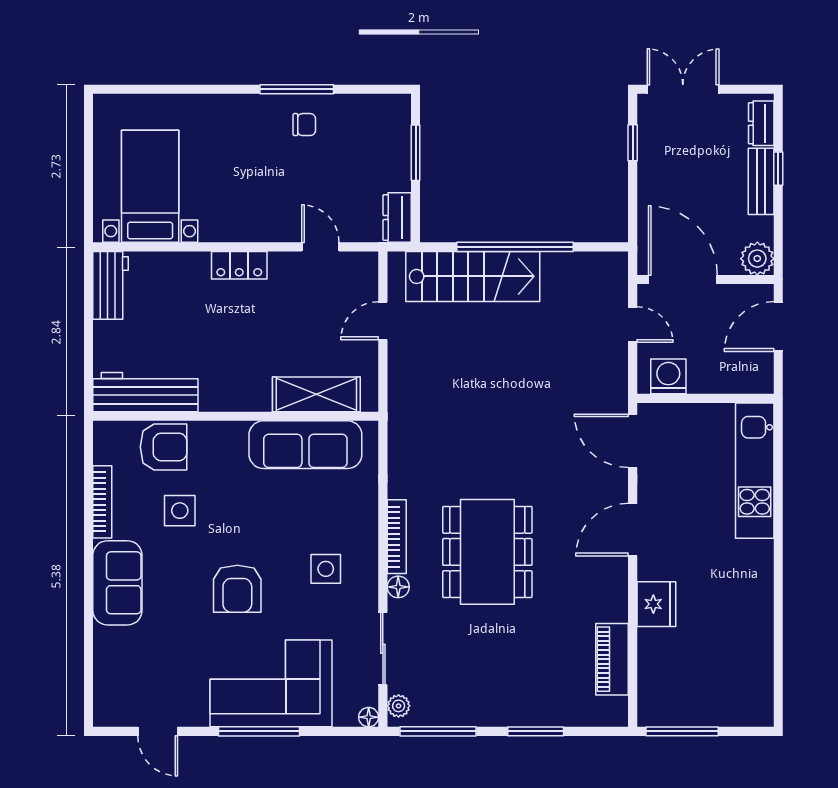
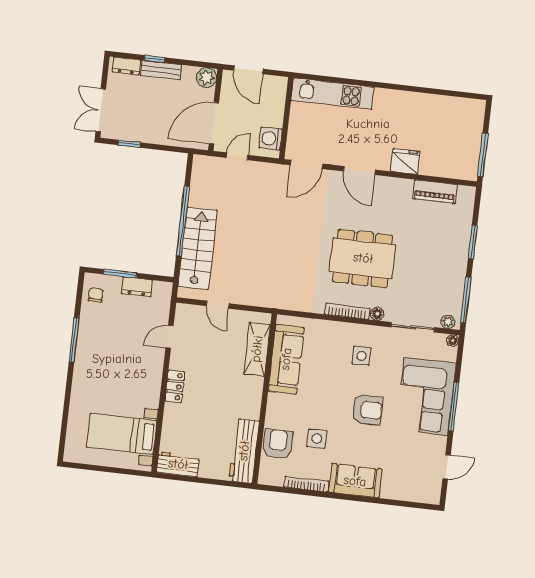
chair: (304, 125) -> (96, 295), moved
dresser: (397, 218) -> (137, 287), moved

